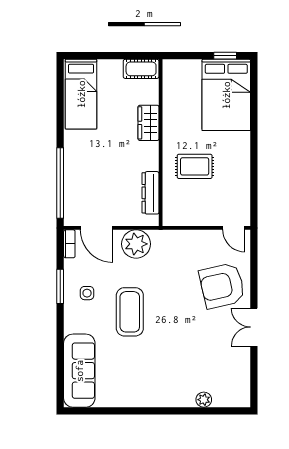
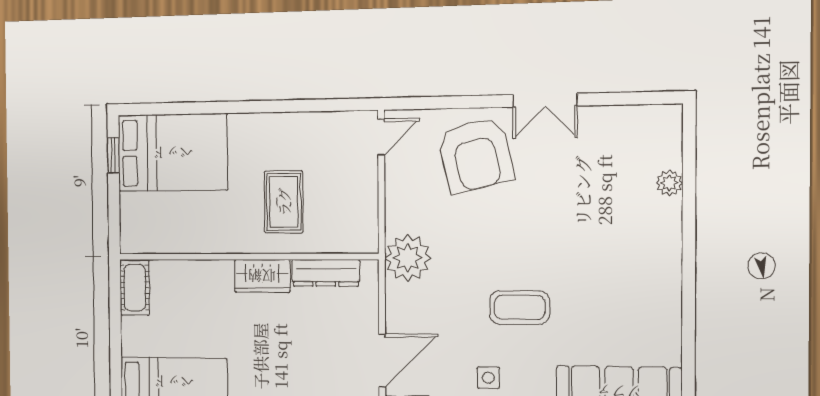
wardrobe: (149, 123) -> (262, 276), moved
plant: (136, 244) -> (408, 258), moved
coffee table: (130, 312) -> (520, 307), width x0.73, depth x0.76

